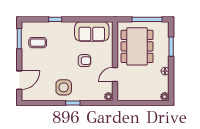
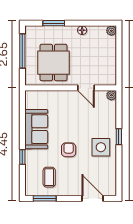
sofa: (92, 31) -> (36, 129), moved
dining table: (137, 46) -> (53, 63), width x0.73
armchair: (84, 61) -> (69, 150), moved

